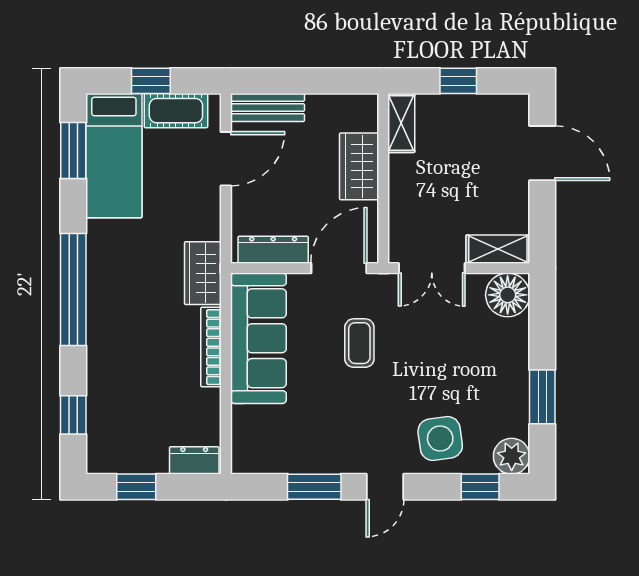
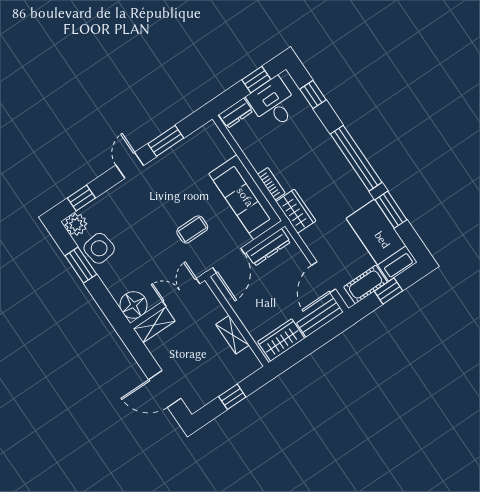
shelving: (401, 123) -> (232, 335), moved
window: (73, 150) -> (391, 210), moved
wardrobe: (359, 166) -> (281, 340), moved, turned -90
coffee table: (359, 343) -> (192, 229), turned 90
bookcase: (211, 347) -> (271, 184), width x0.64
side table: (440, 438) -> (99, 248), moved
desk: (135, 439) -> (273, 103), added

